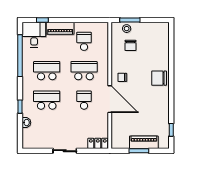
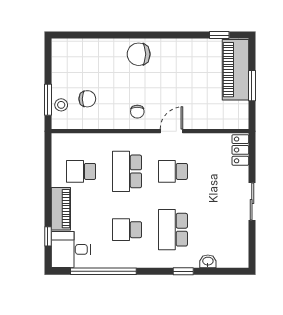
school desk: (47, 71) -> (127, 230), width x0.54
chair: (159, 78) -> (139, 54), turned 90
door: (110, 99) -> (171, 131), width x0.53
piano: (144, 142) -> (235, 70), width x1.37, depth x1.33

